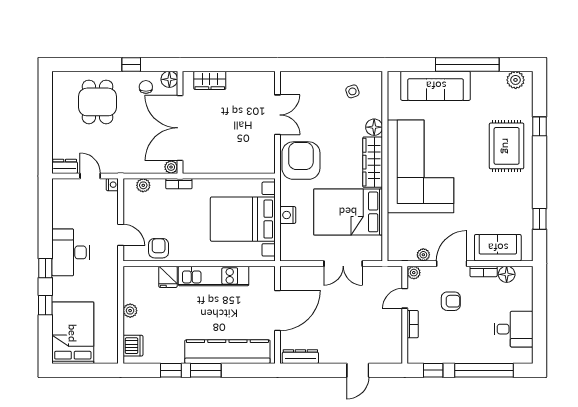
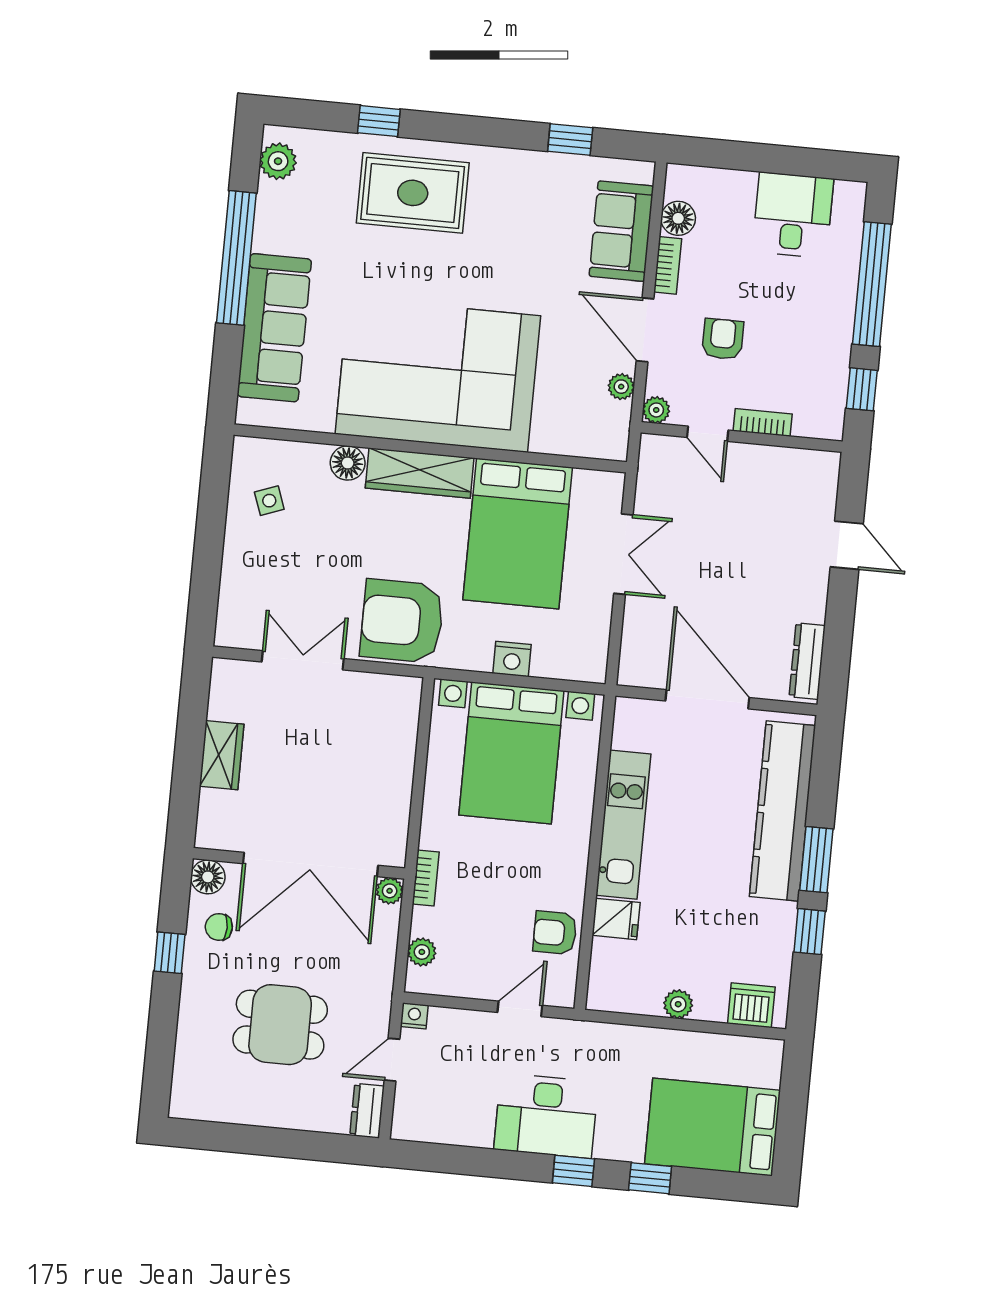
wardrobe: (210, 80) -> (222, 755), moved
dining table: (98, 102) -> (280, 1025), moved

